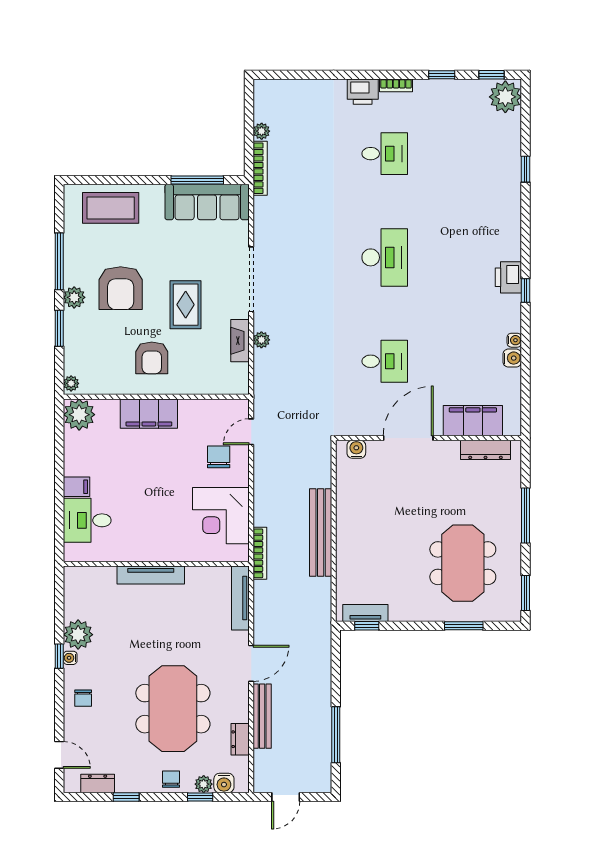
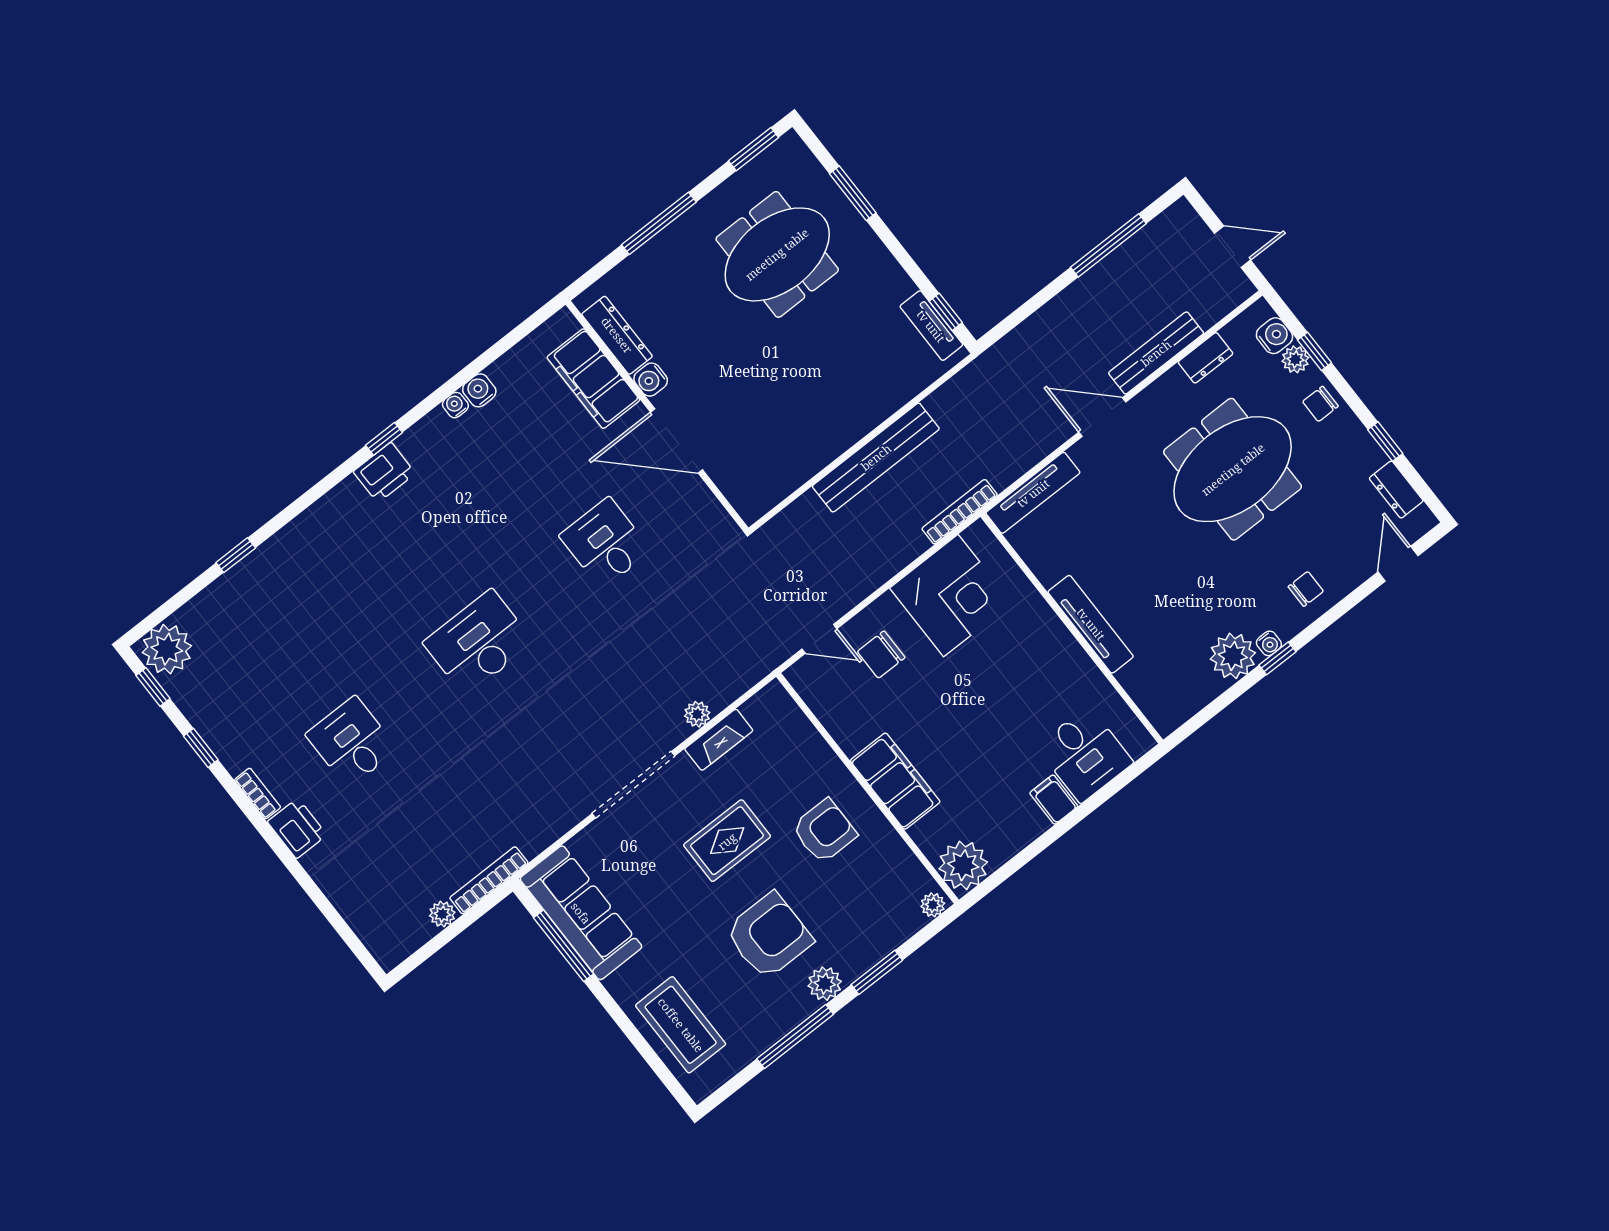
water cooler: (356, 449) -> (651, 380), moved

